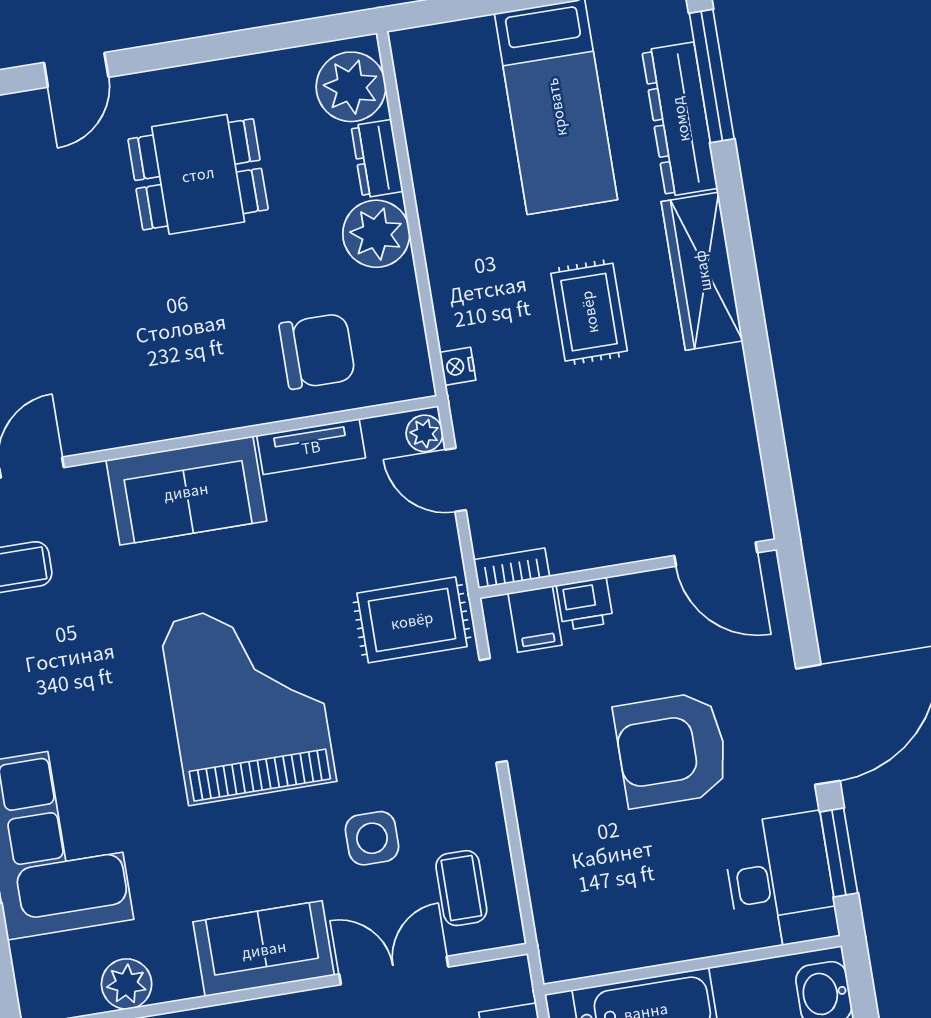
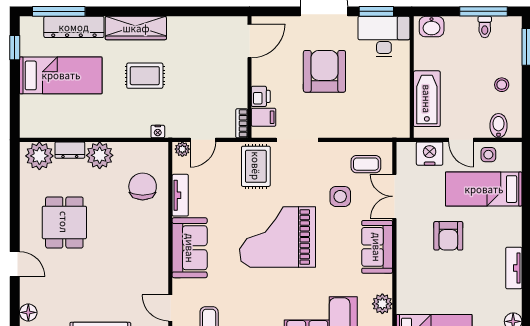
armchair: (672, 750) -> (324, 71), turned 180

